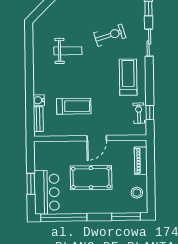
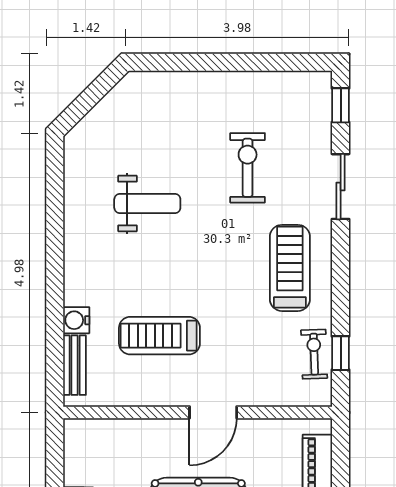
exercise bike: (110, 35) -> (248, 168), turned -73
treadmill: (74, 106) -> (159, 336), turned 180

